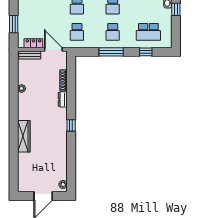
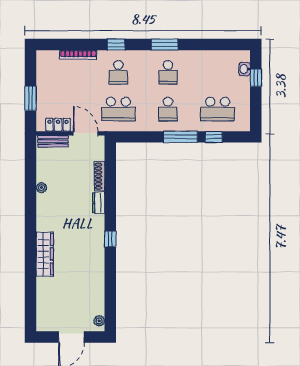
school desk: (77, 32) -> (118, 109), width x1.85
window: (111, 52) -> (180, 137), moved

